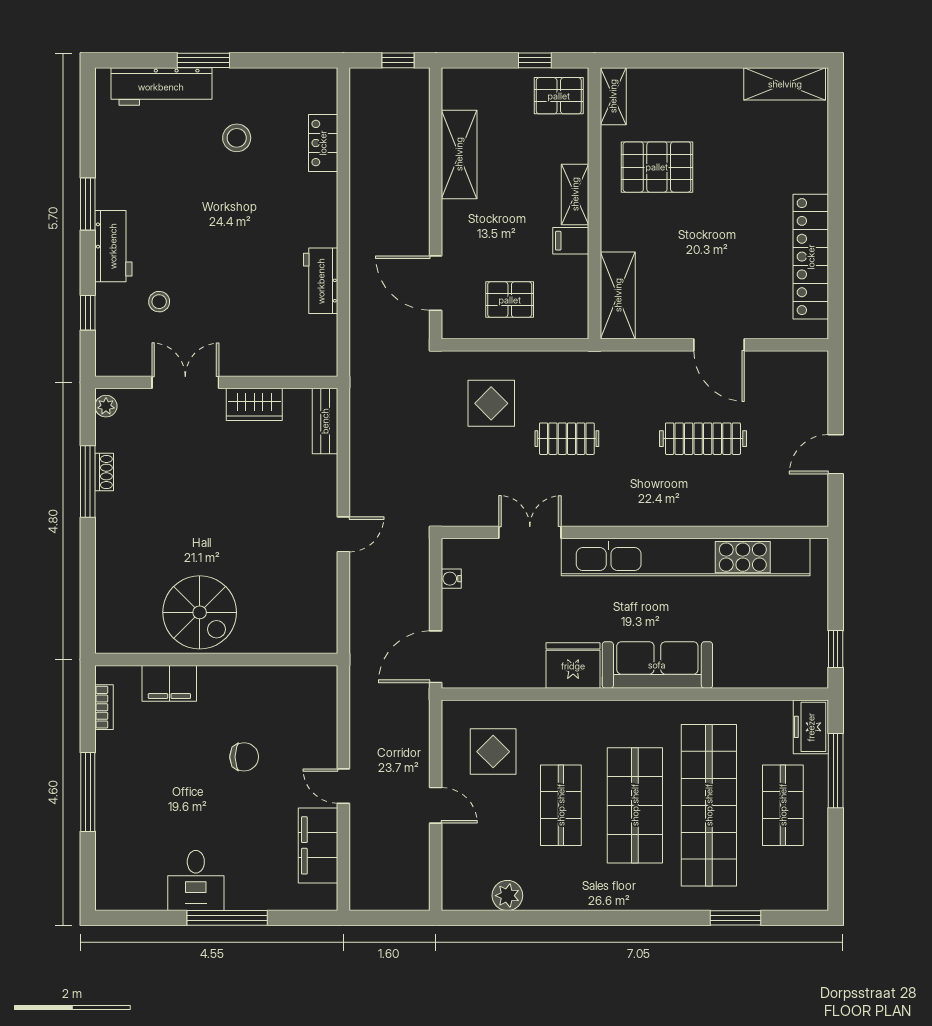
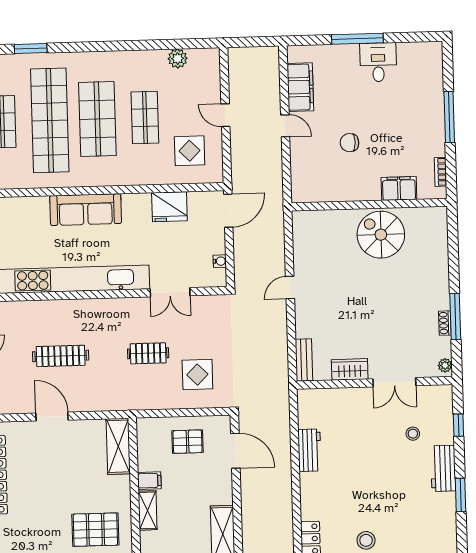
fridge: (573, 666) -> (169, 207), moved

